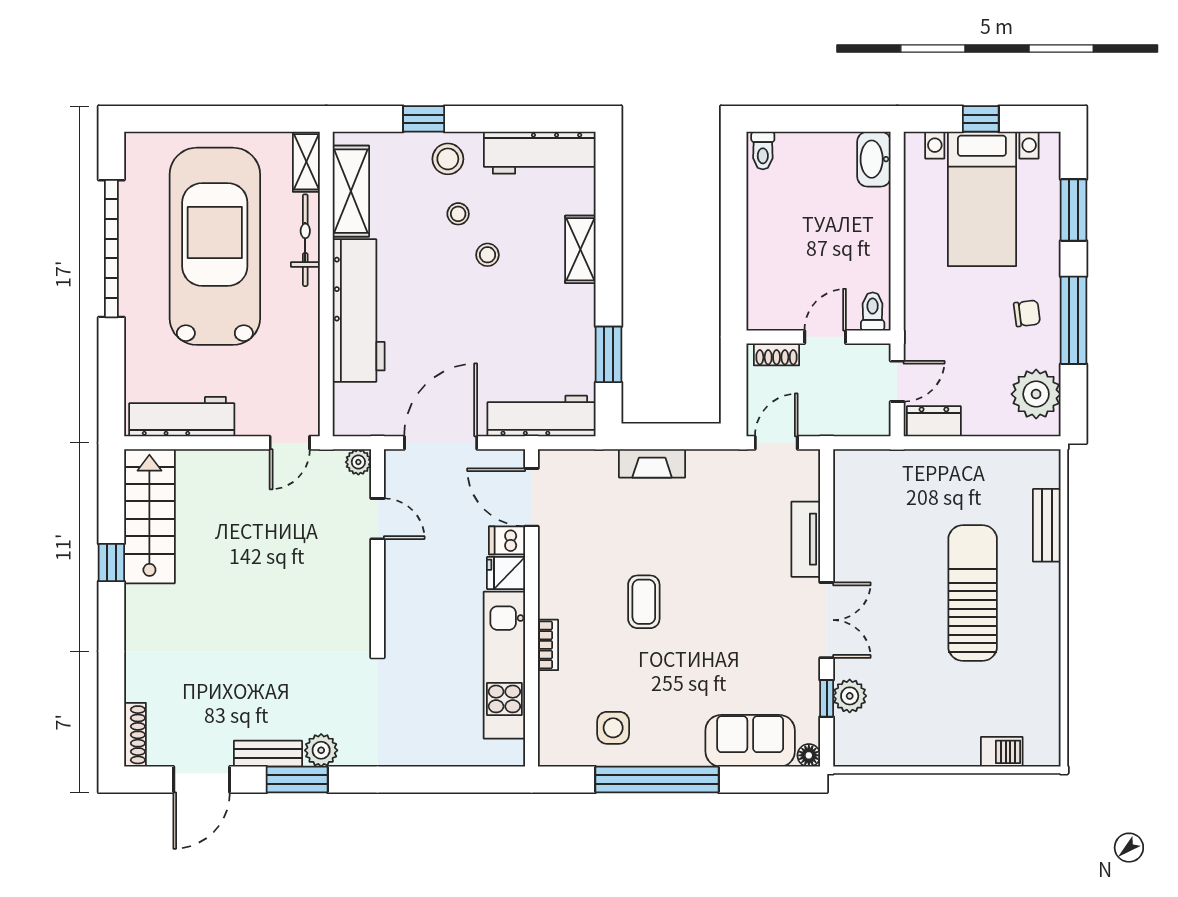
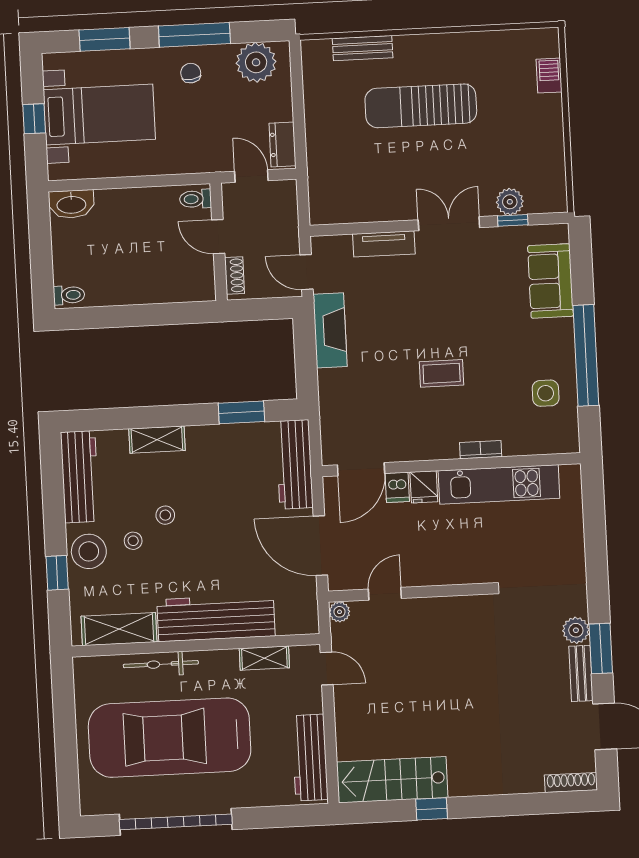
stool: (448, 159) -> (89, 551), width x1.38, depth x1.38
shelving: (306, 162) -> (264, 658), moved
fireplace: (652, 463) -> (330, 330), moved, width x1.37, depth x1.32
floor lamp: (809, 755) -> (560, 233), removed

